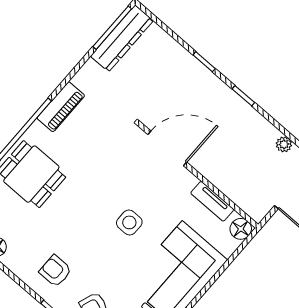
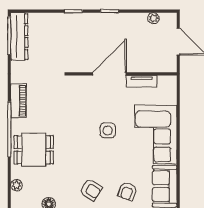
door: (167, 148) -> (110, 74), moved
floor lamp: (241, 229) -> (169, 83), removed
armchair: (55, 271) -> (91, 190), turned -148

